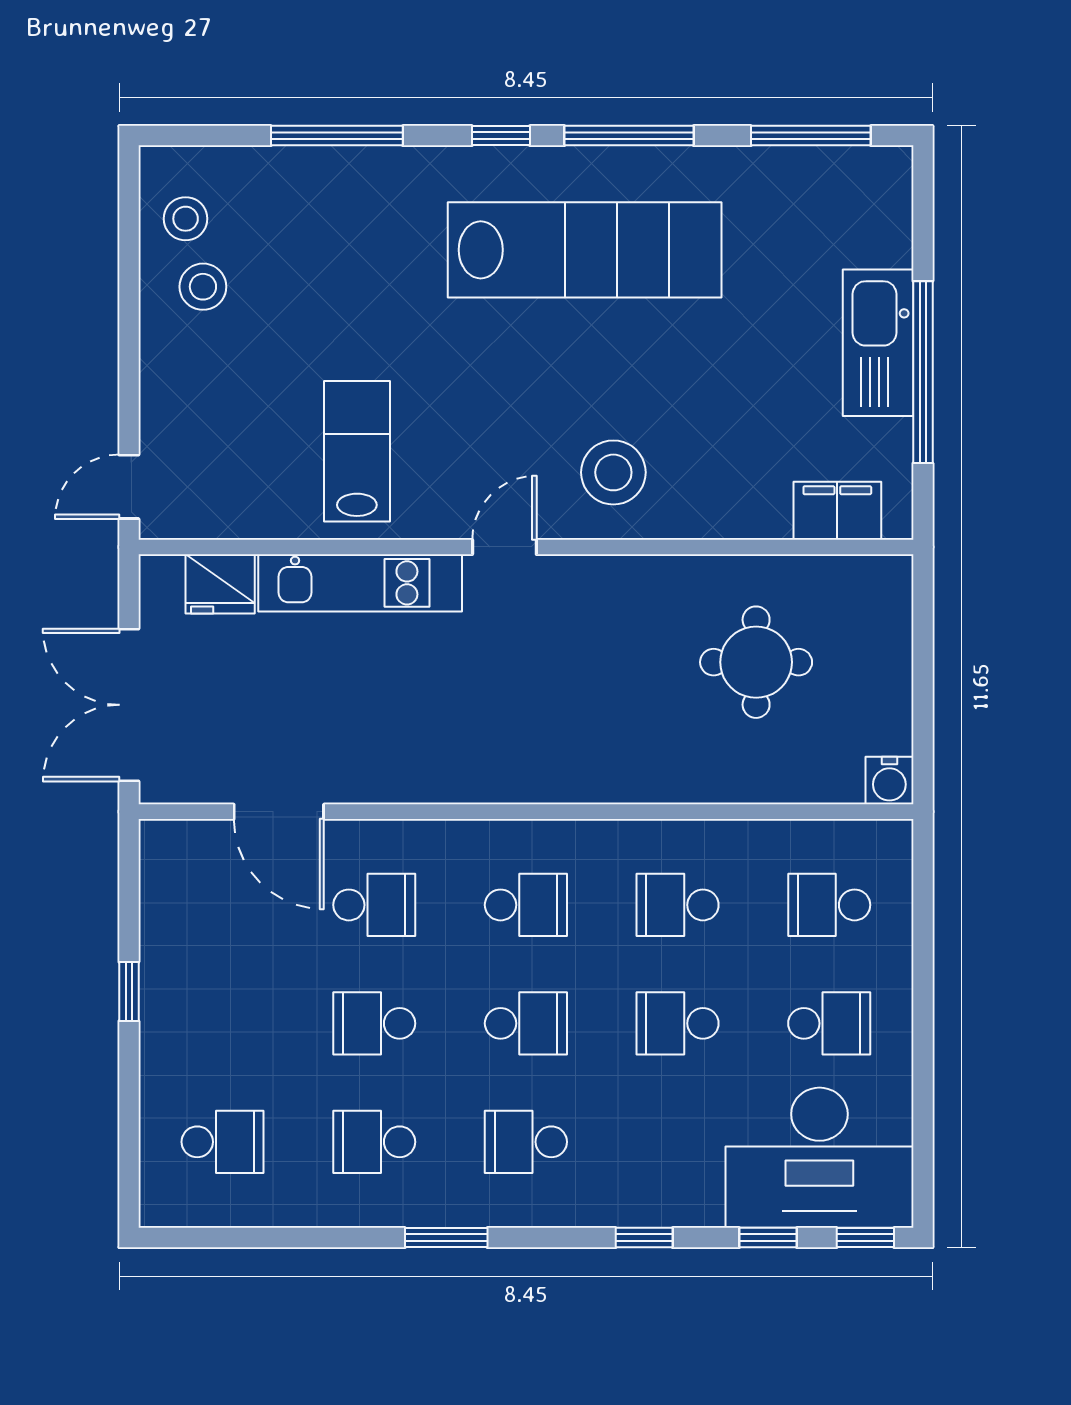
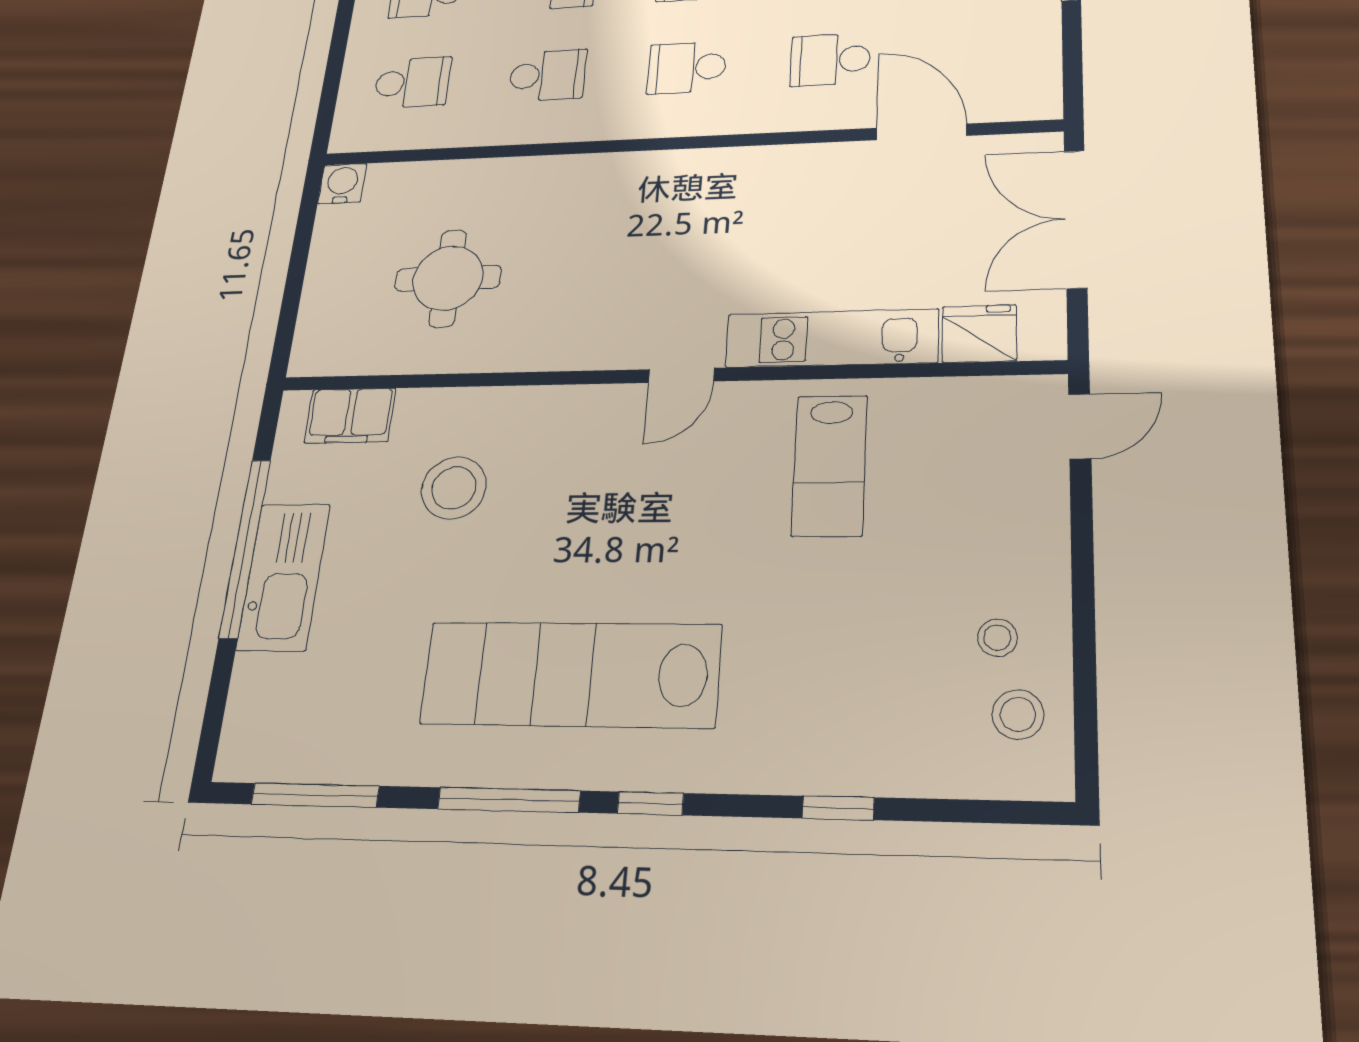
window: (337, 136) -> (838, 808), width x0.46
stool: (203, 287) -> (997, 638), width x0.73, depth x0.73
stool: (613, 472) -> (454, 488), moved
double door: (129, 705) -> (1076, 219), swing flipped

